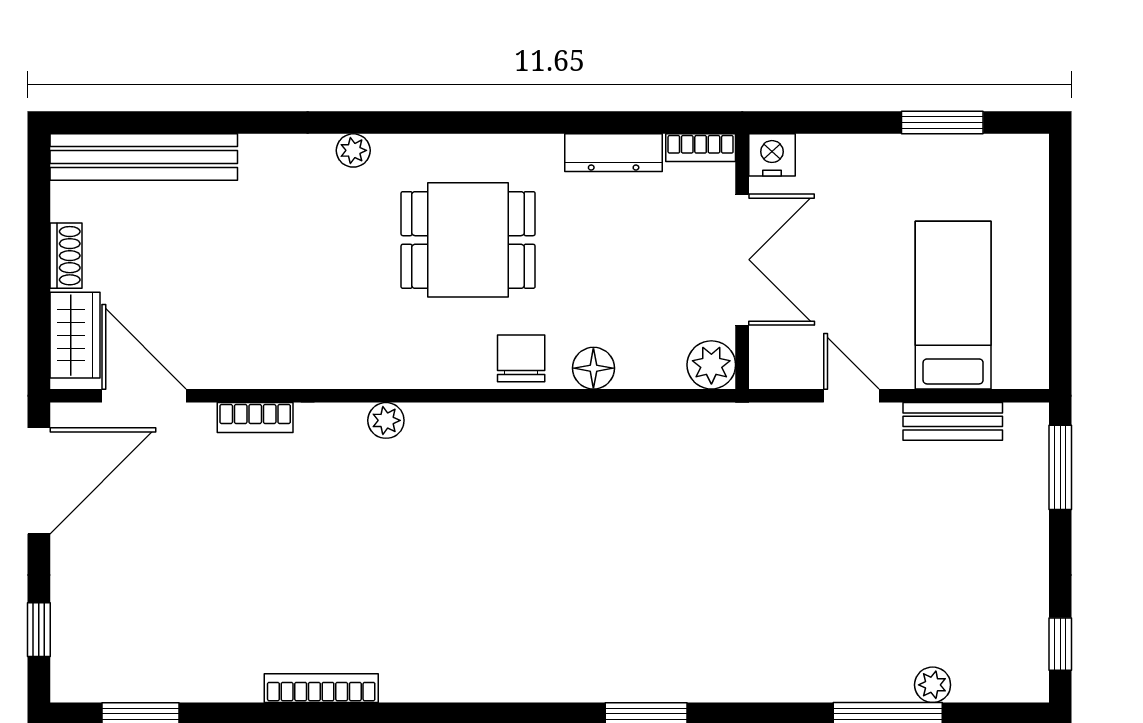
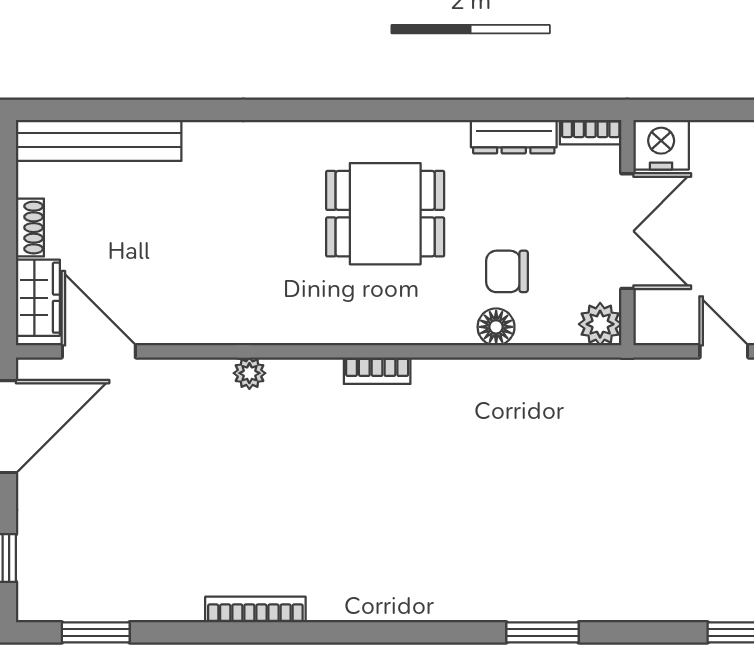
plant: (353, 150) -> (284, 135), removed
nightstand: (772, 155) -> (661, 145), width x1.36, depth x1.33
chair: (521, 358) -> (507, 271), moved, turned -90
bookcase: (255, 418) -> (377, 371), moved
plant: (386, 420) -> (249, 373), moved

